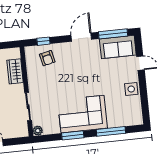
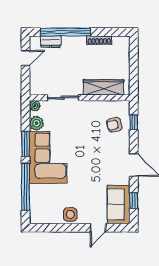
window: (113, 34) -> (134, 201), width x0.46
wardrobe: (15, 71) -> (103, 87), width x1.50
plant: (53, 128) -> (36, 123), added
window: (111, 131) -> (26, 187), width x1.46

